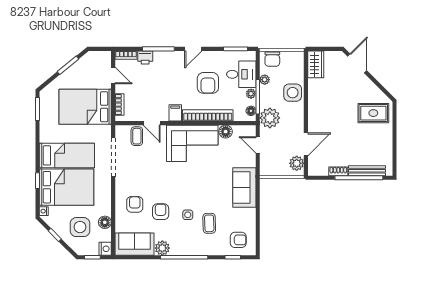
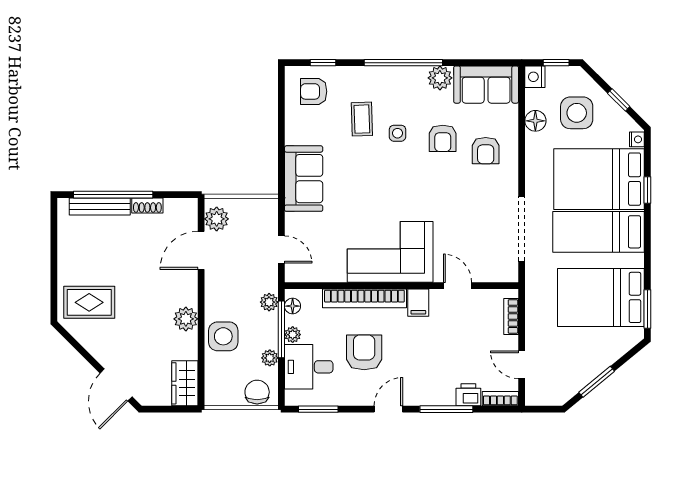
plant: (315, 103) -> (186, 319), added
bed: (85, 107) -> (601, 297), moved, turned 180
plant: (270, 118) -> (269, 302), width x0.53, depth x0.53
floor lamp: (226, 132) -> (335, 271), removed
coffee table: (137, 136) -> (482, 264), removed

